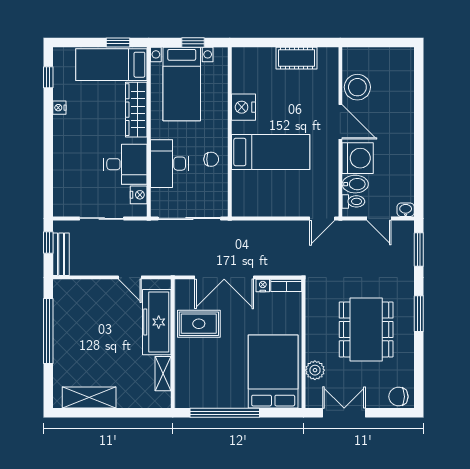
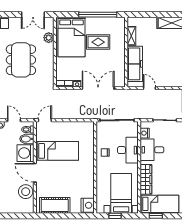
cot: (296, 58) -> (55, 205), width x1.37, depth x1.34
nightstand: (243, 107) -> (88, 205), moved
bed: (271, 152) -> (57, 151), moved, turned 180
rug: (199, 324) -> (98, 42), moved

